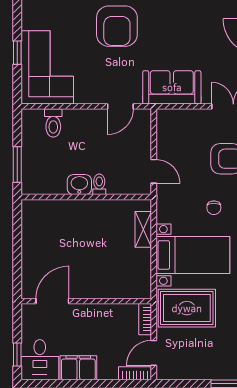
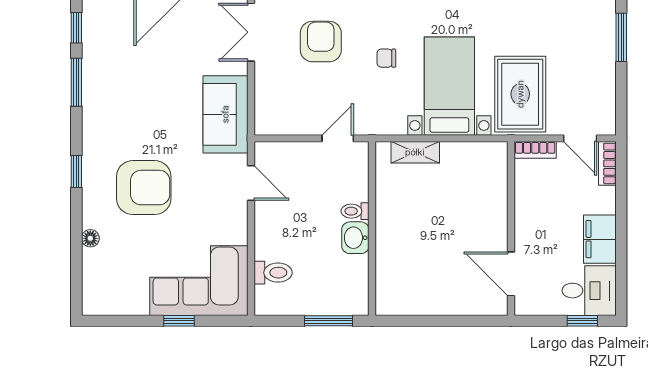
chair: (214, 208) -> (386, 58), turned 180

